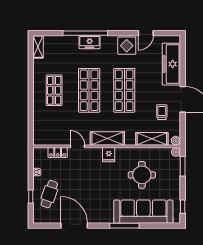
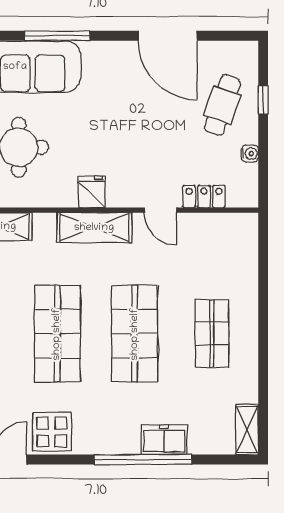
freezer: (90, 42) -> (164, 440), moved

